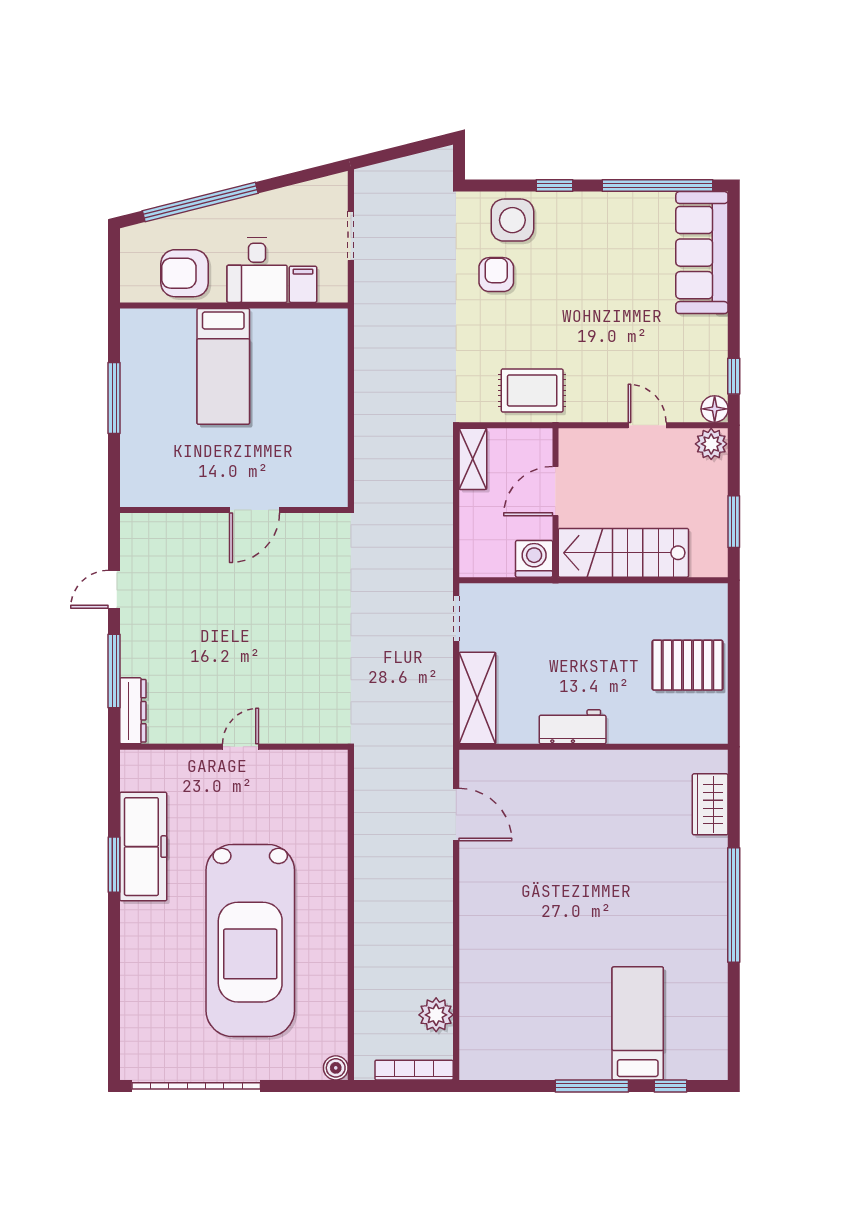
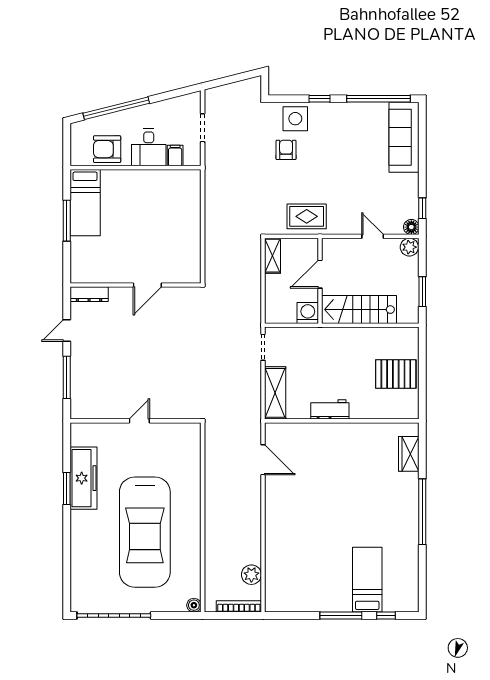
bed: (223, 366) -> (85, 203), moved
dresser: (133, 711) -> (89, 294), moved, turned 90

